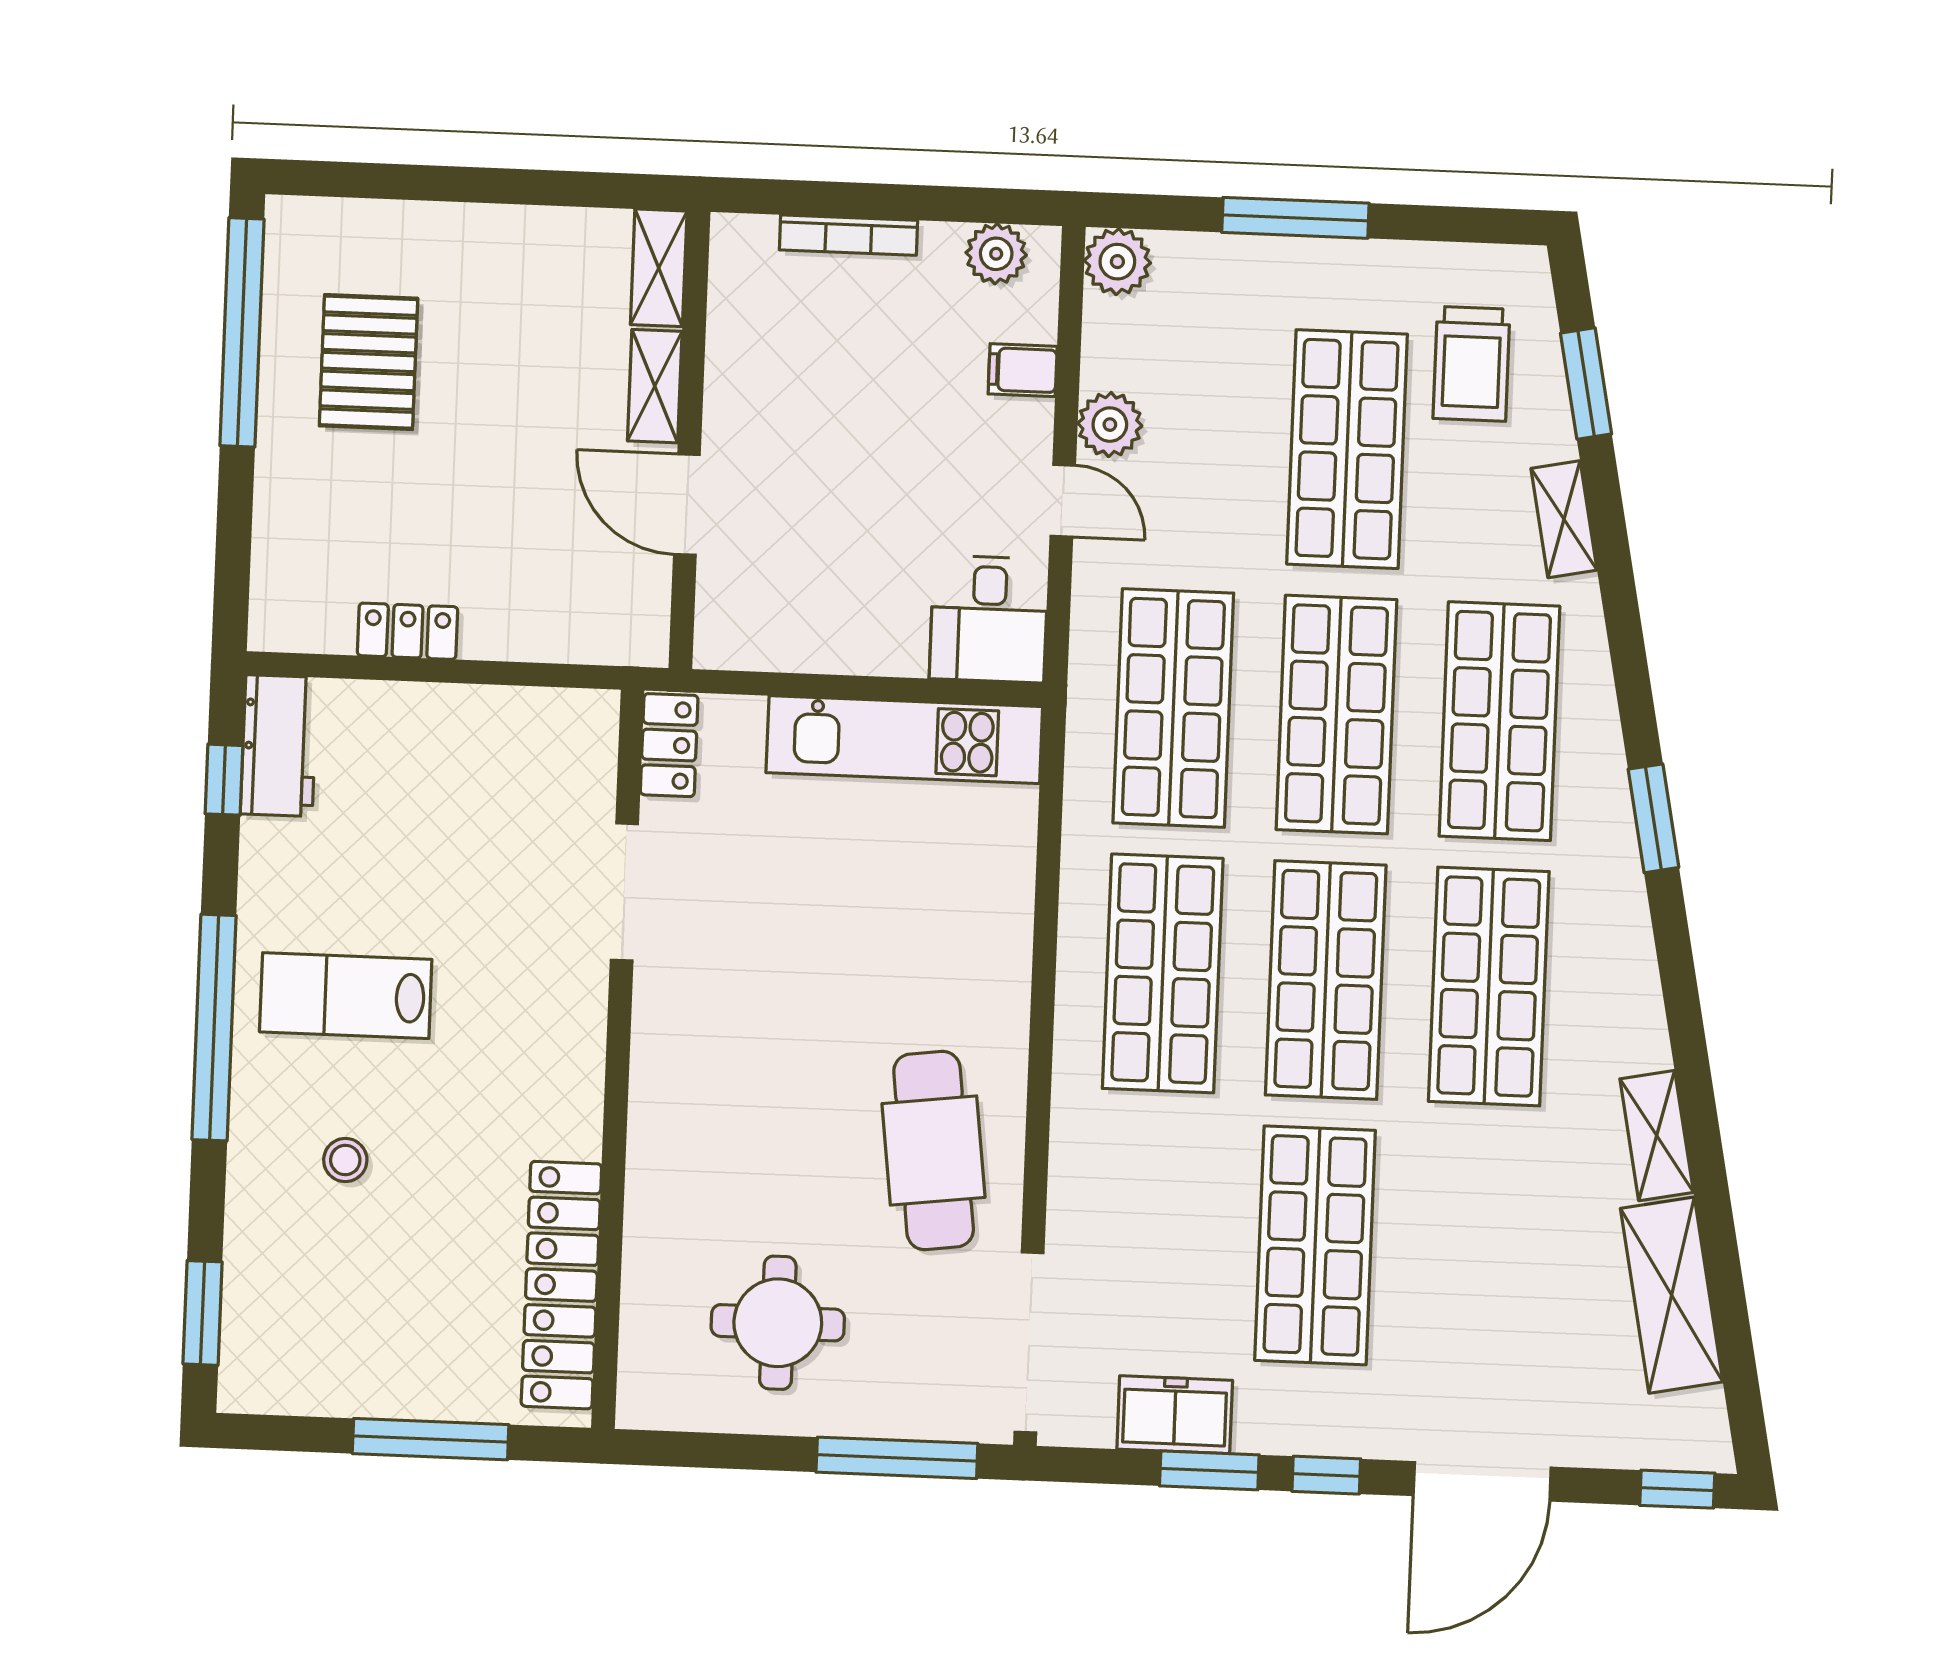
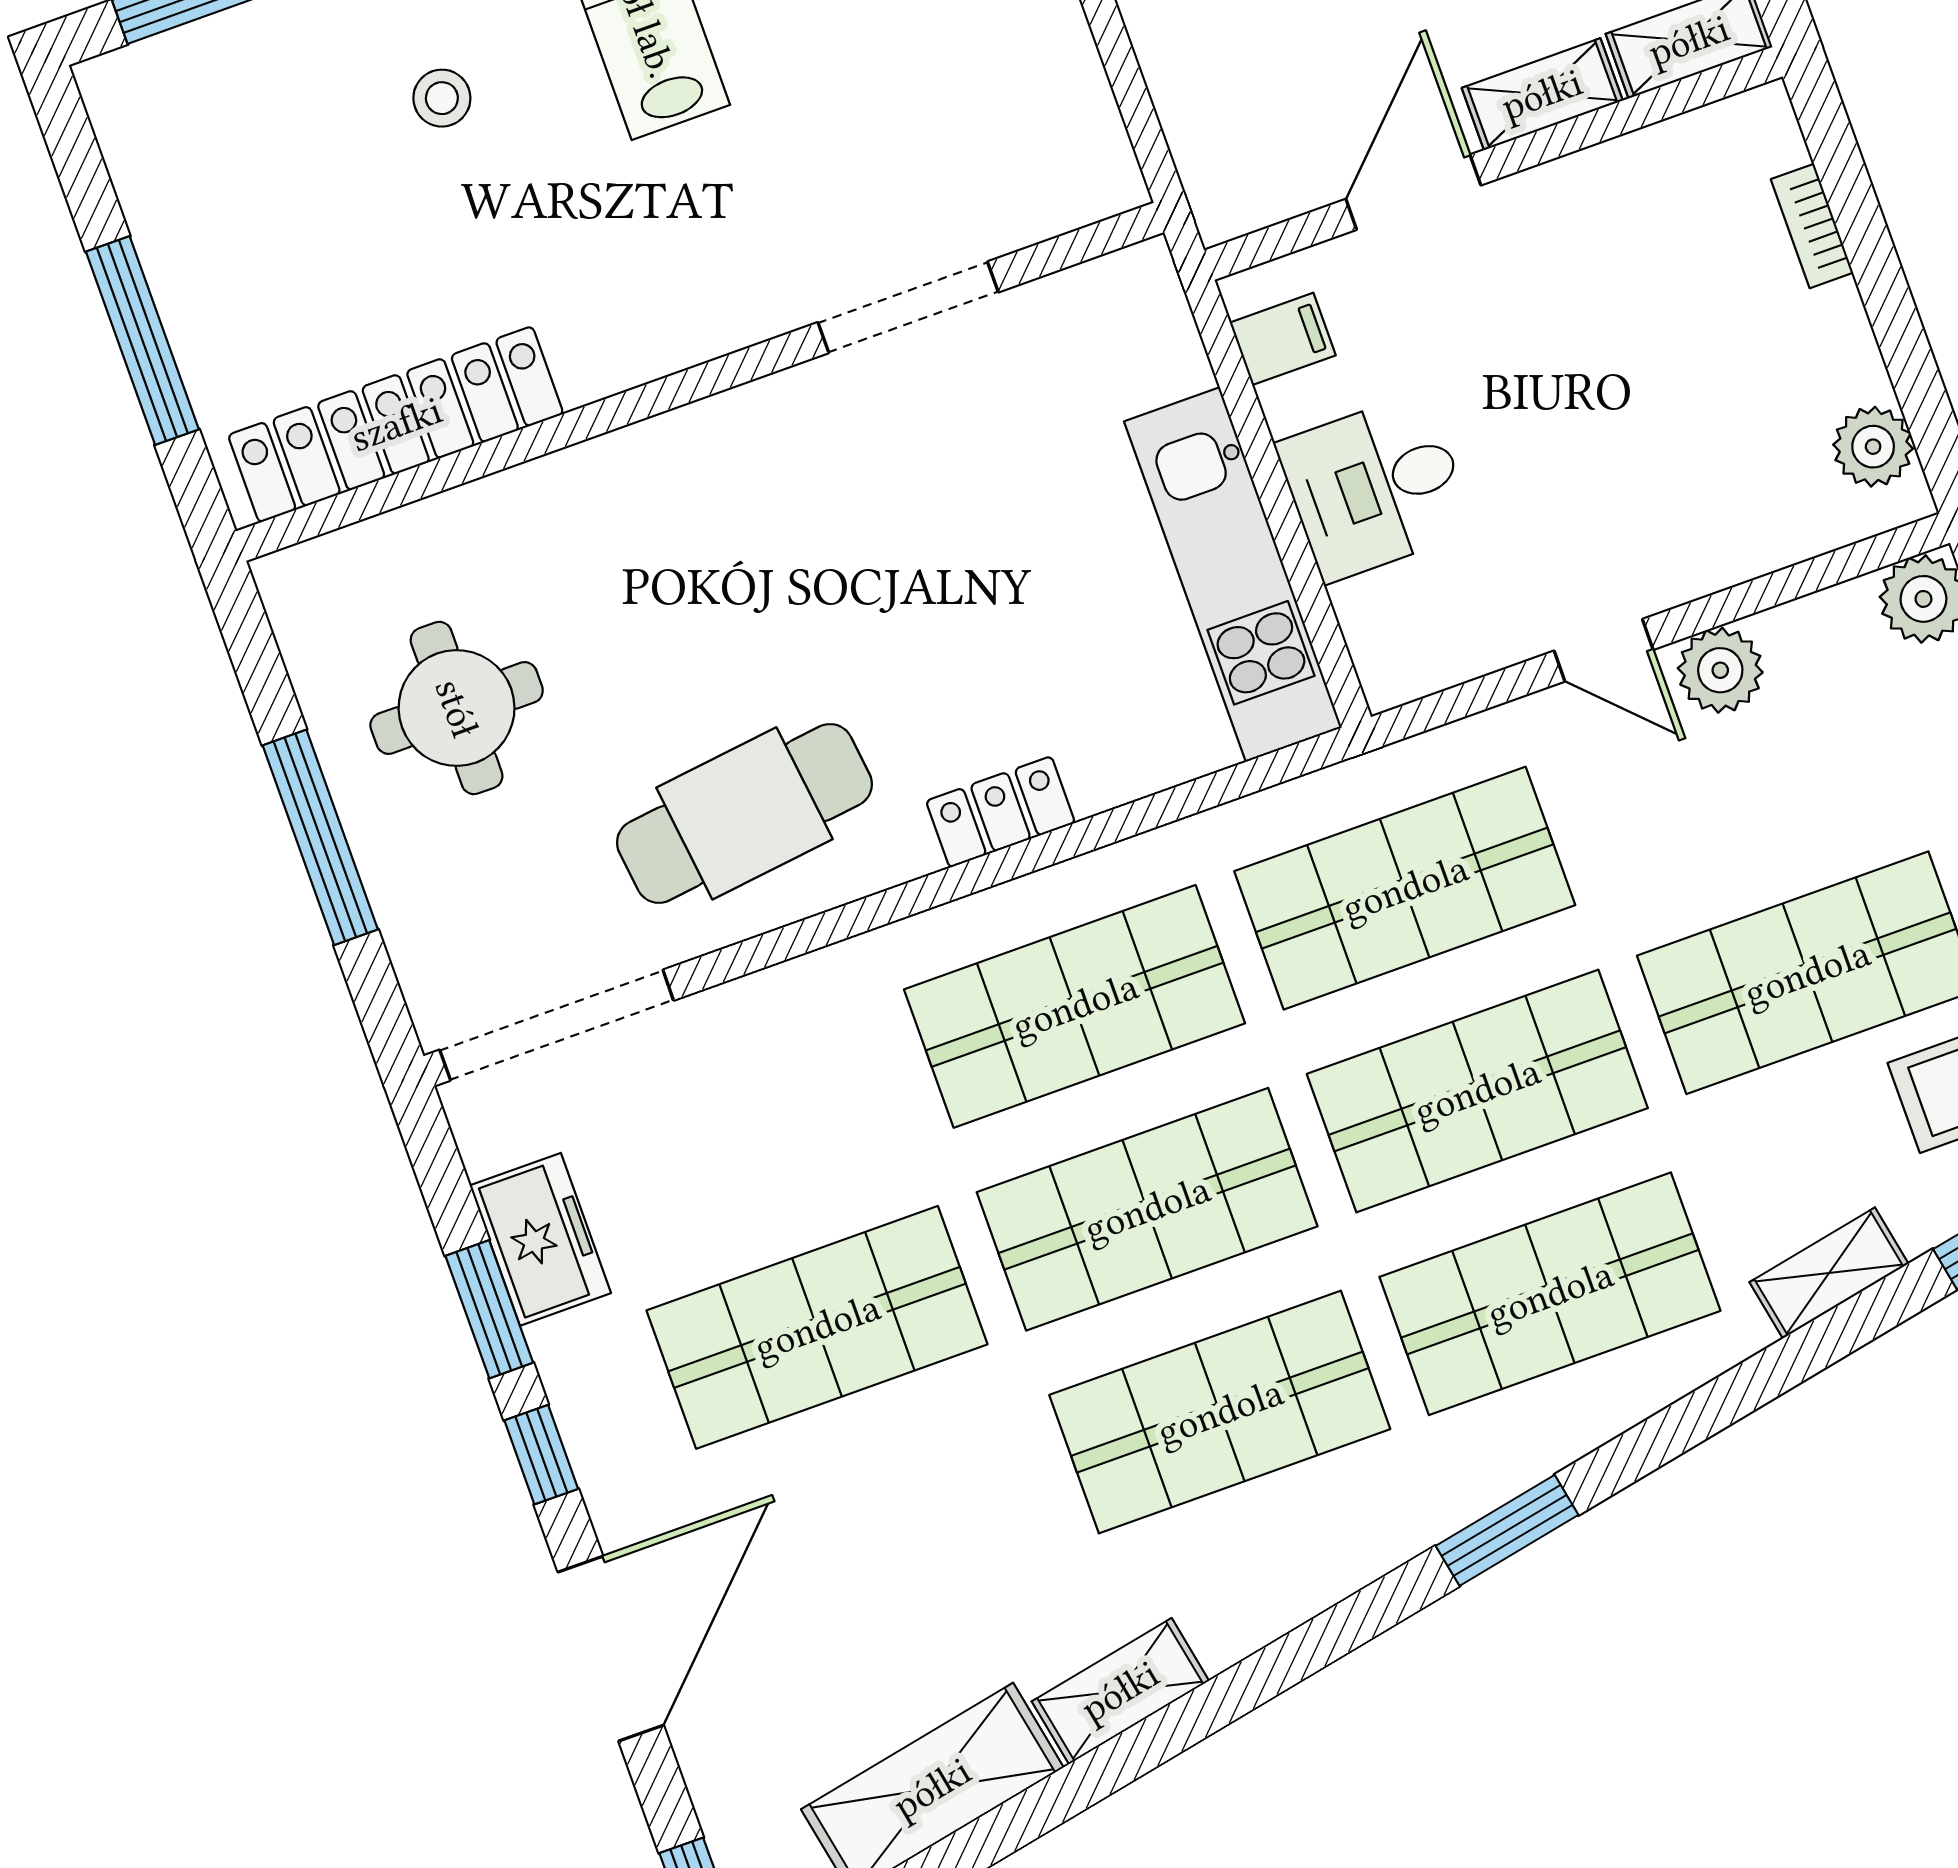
bookcase: (848, 235) -> (1812, 226), width x0.64
filing cabinet: (1023, 370) -> (1283, 339), moved, turned 90
door: (1063, 501) -> (1604, 650), hinge flipped
desk: (989, 619) -> (1375, 487), moved
locker: (669, 745) -> (1001, 812), moved, turned 180
window: (897, 1458) -> (320, 837), moved
door: (1482, 1481) -> (611, 1649), swing flipped

